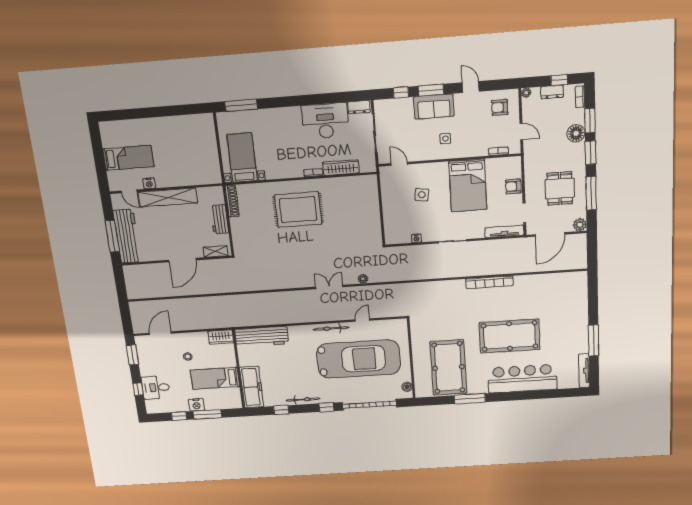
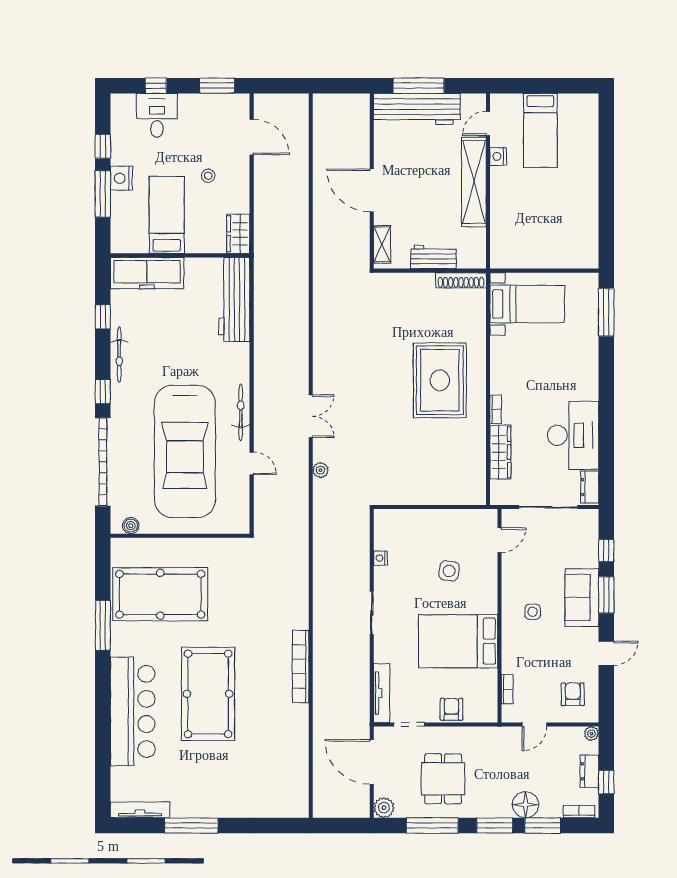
dining table: (560, 188) -> (443, 779), turned 90

